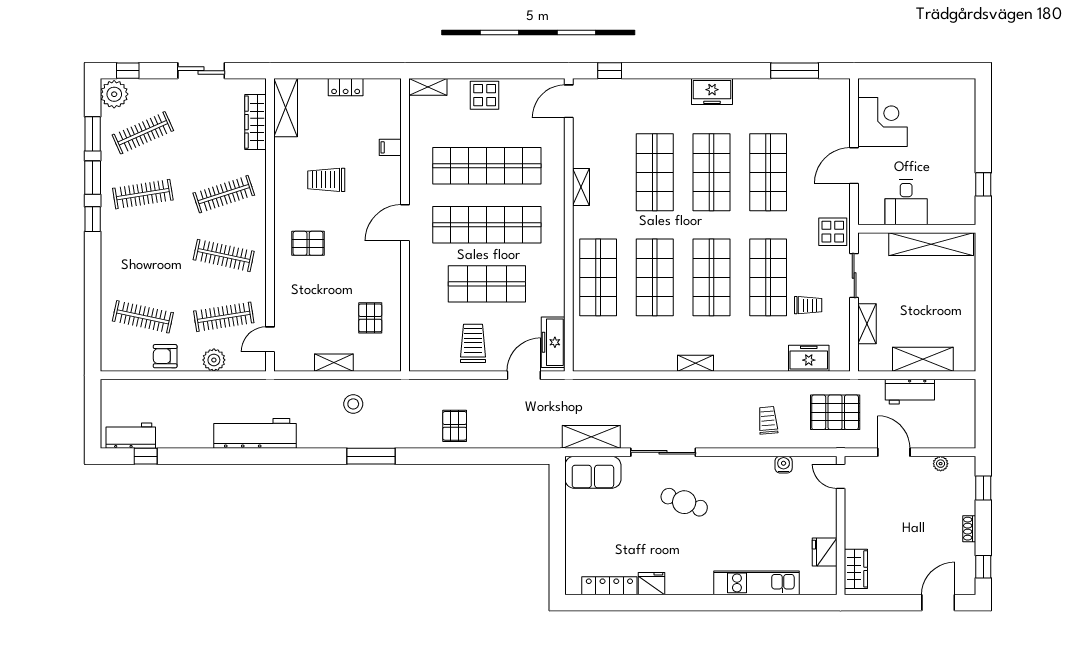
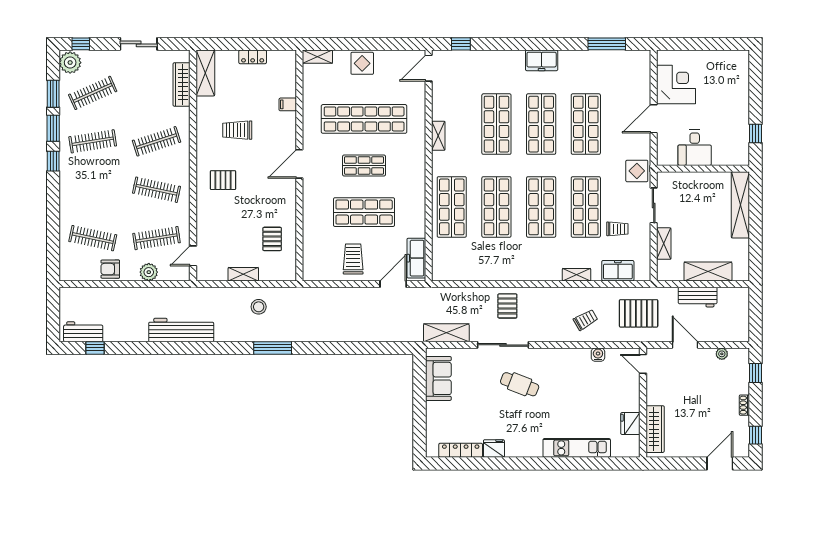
shop shelf: (487, 225) -> (364, 166), width x0.50, depth x0.74
shelving: (931, 244) -> (740, 205), moved, turned 90
shelving: (695, 363) -> (577, 275), moved
trolley: (768, 420) -> (586, 320), turned 65
pallet: (455, 426) -> (507, 306), moved
sofa: (593, 472) -> (438, 378), moved, turned -90
wardrobe: (856, 569) -> (655, 429), width x1.50

